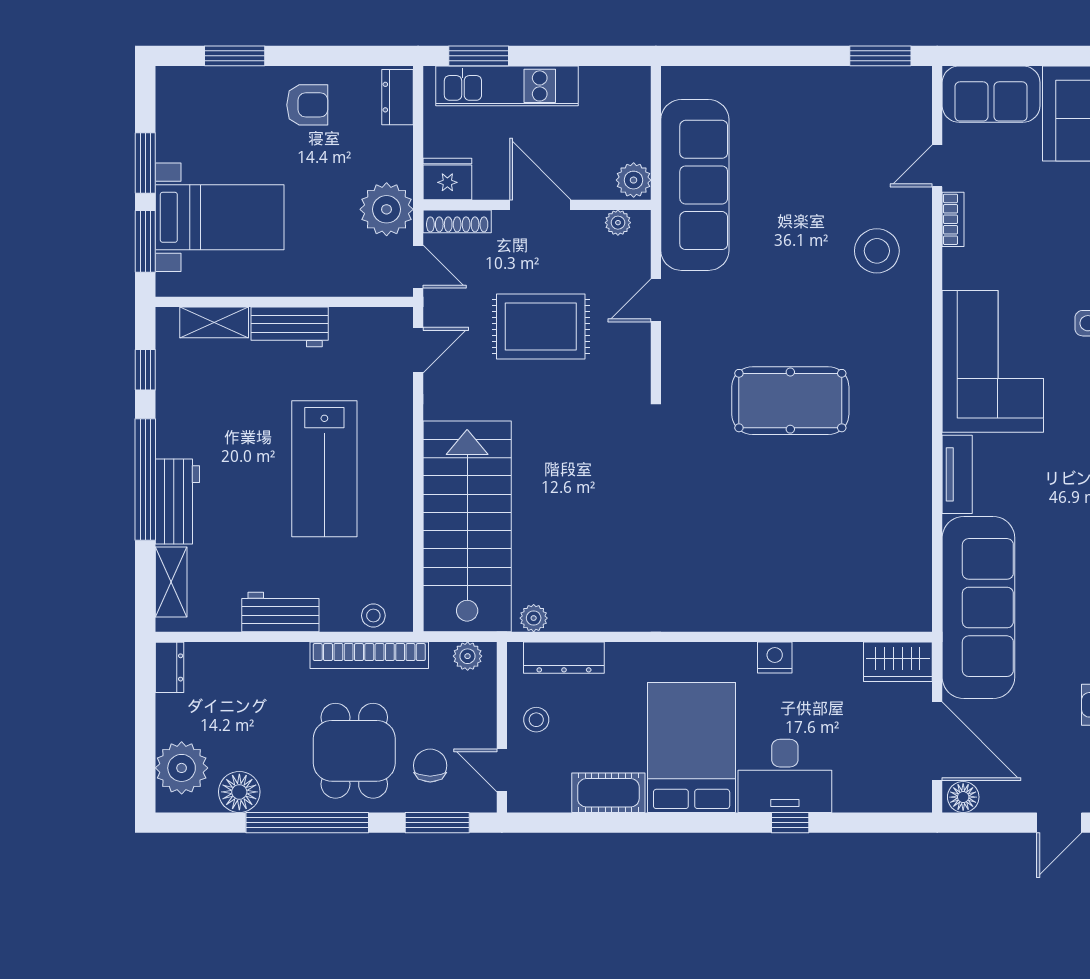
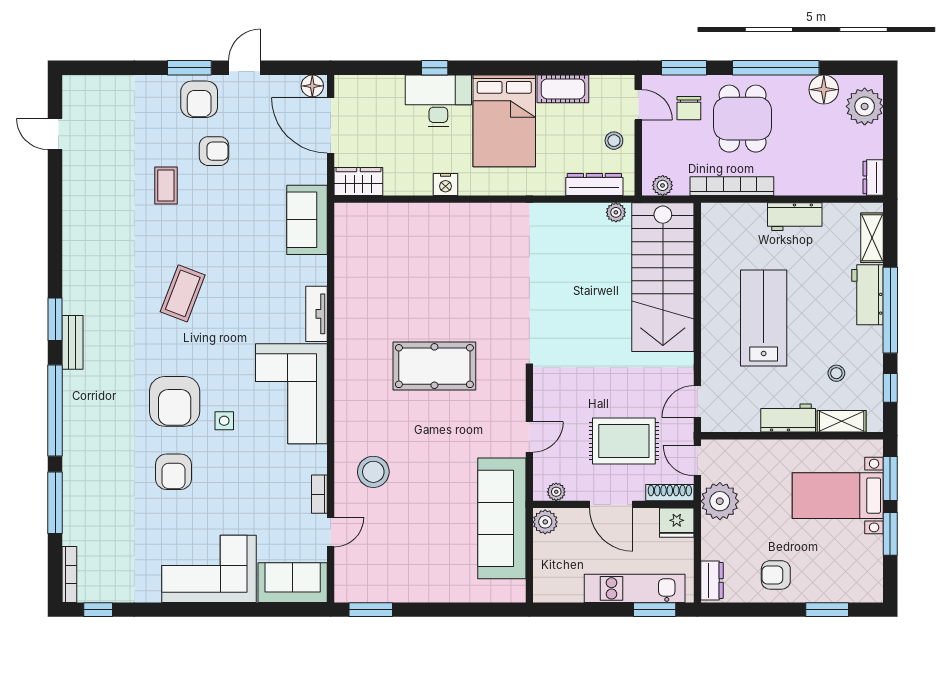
rug: (541, 327) -> (624, 441), moved
sofa: (978, 608) -> (307, 220), width x0.54, depth x0.79
stool: (373, 616) -> (836, 373), moved

